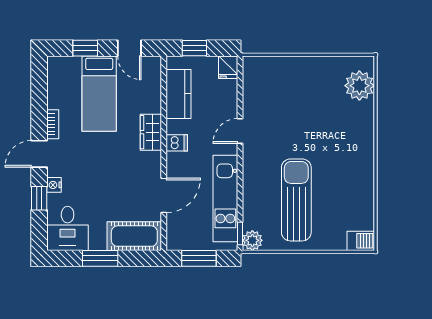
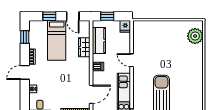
door: (240, 131) -> (132, 60), hinge flipped
wardrobe: (151, 132) -> (84, 47), moved
window: (39, 198) -> (25, 37), moved

